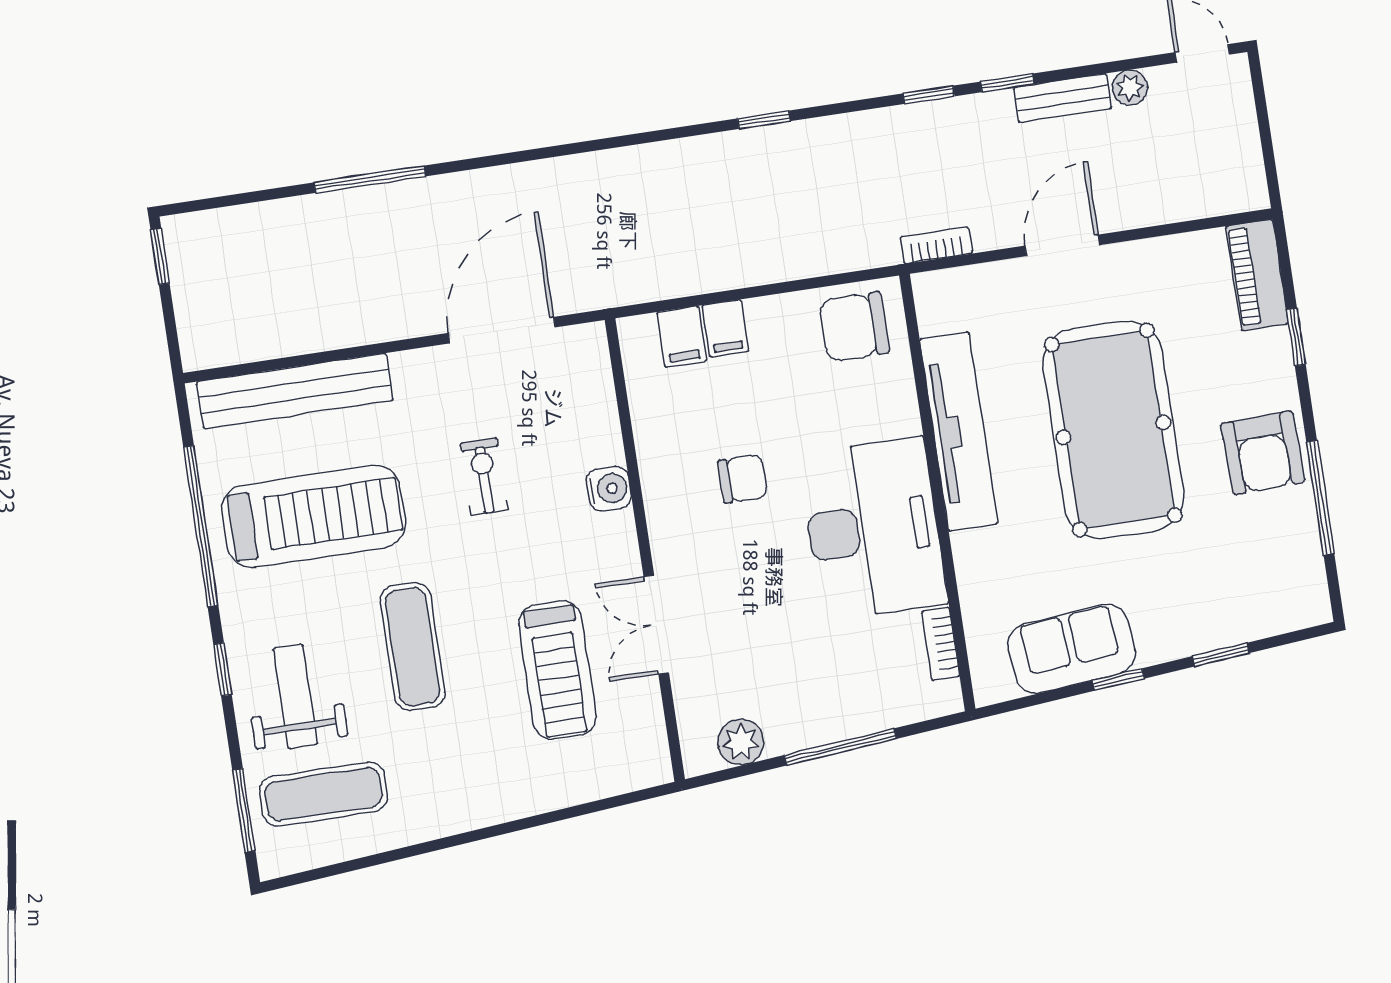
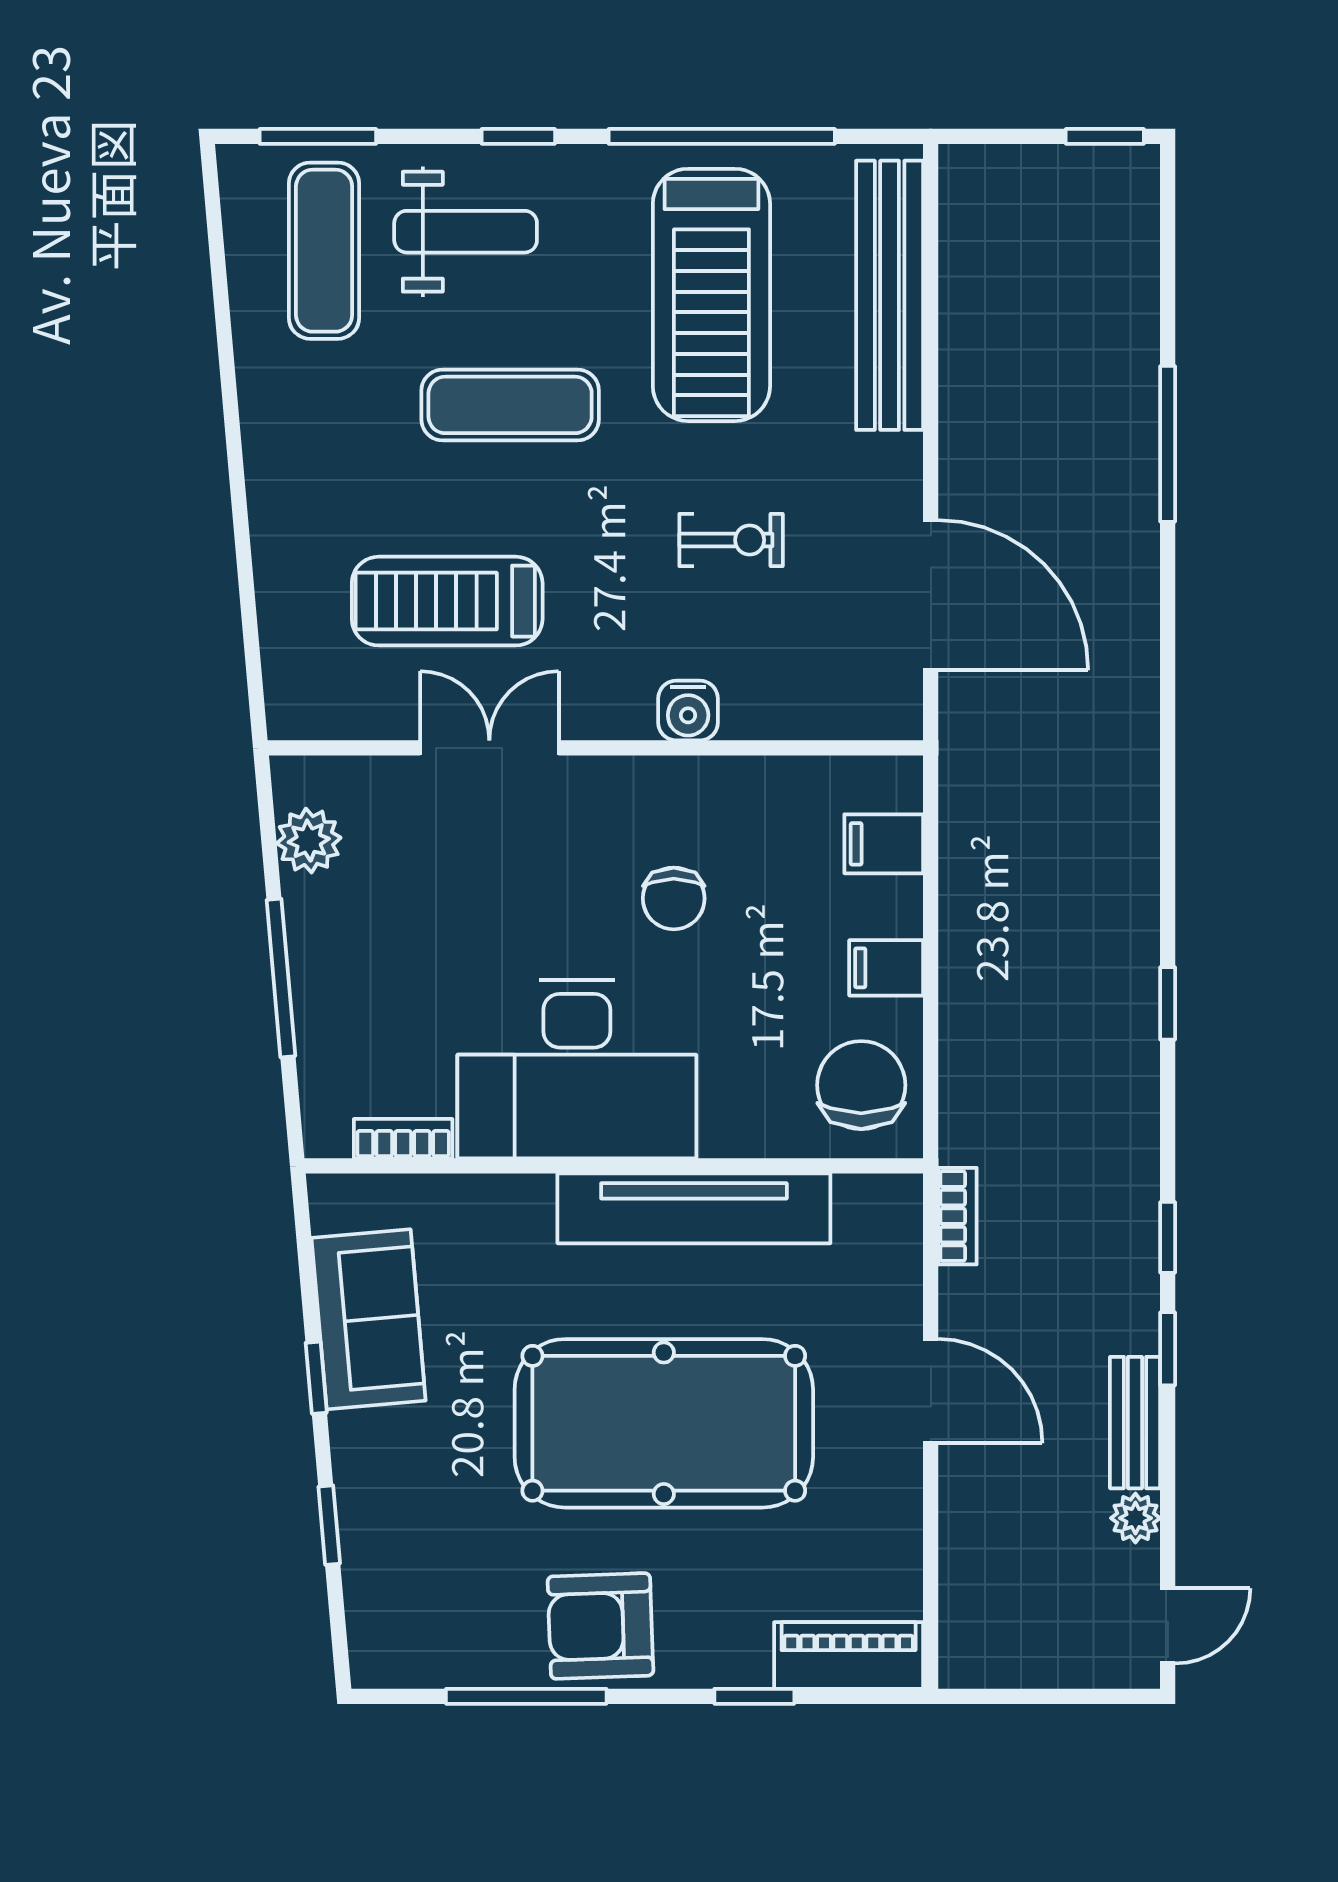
filing cabinet: (725, 328) -> (886, 968), moved

